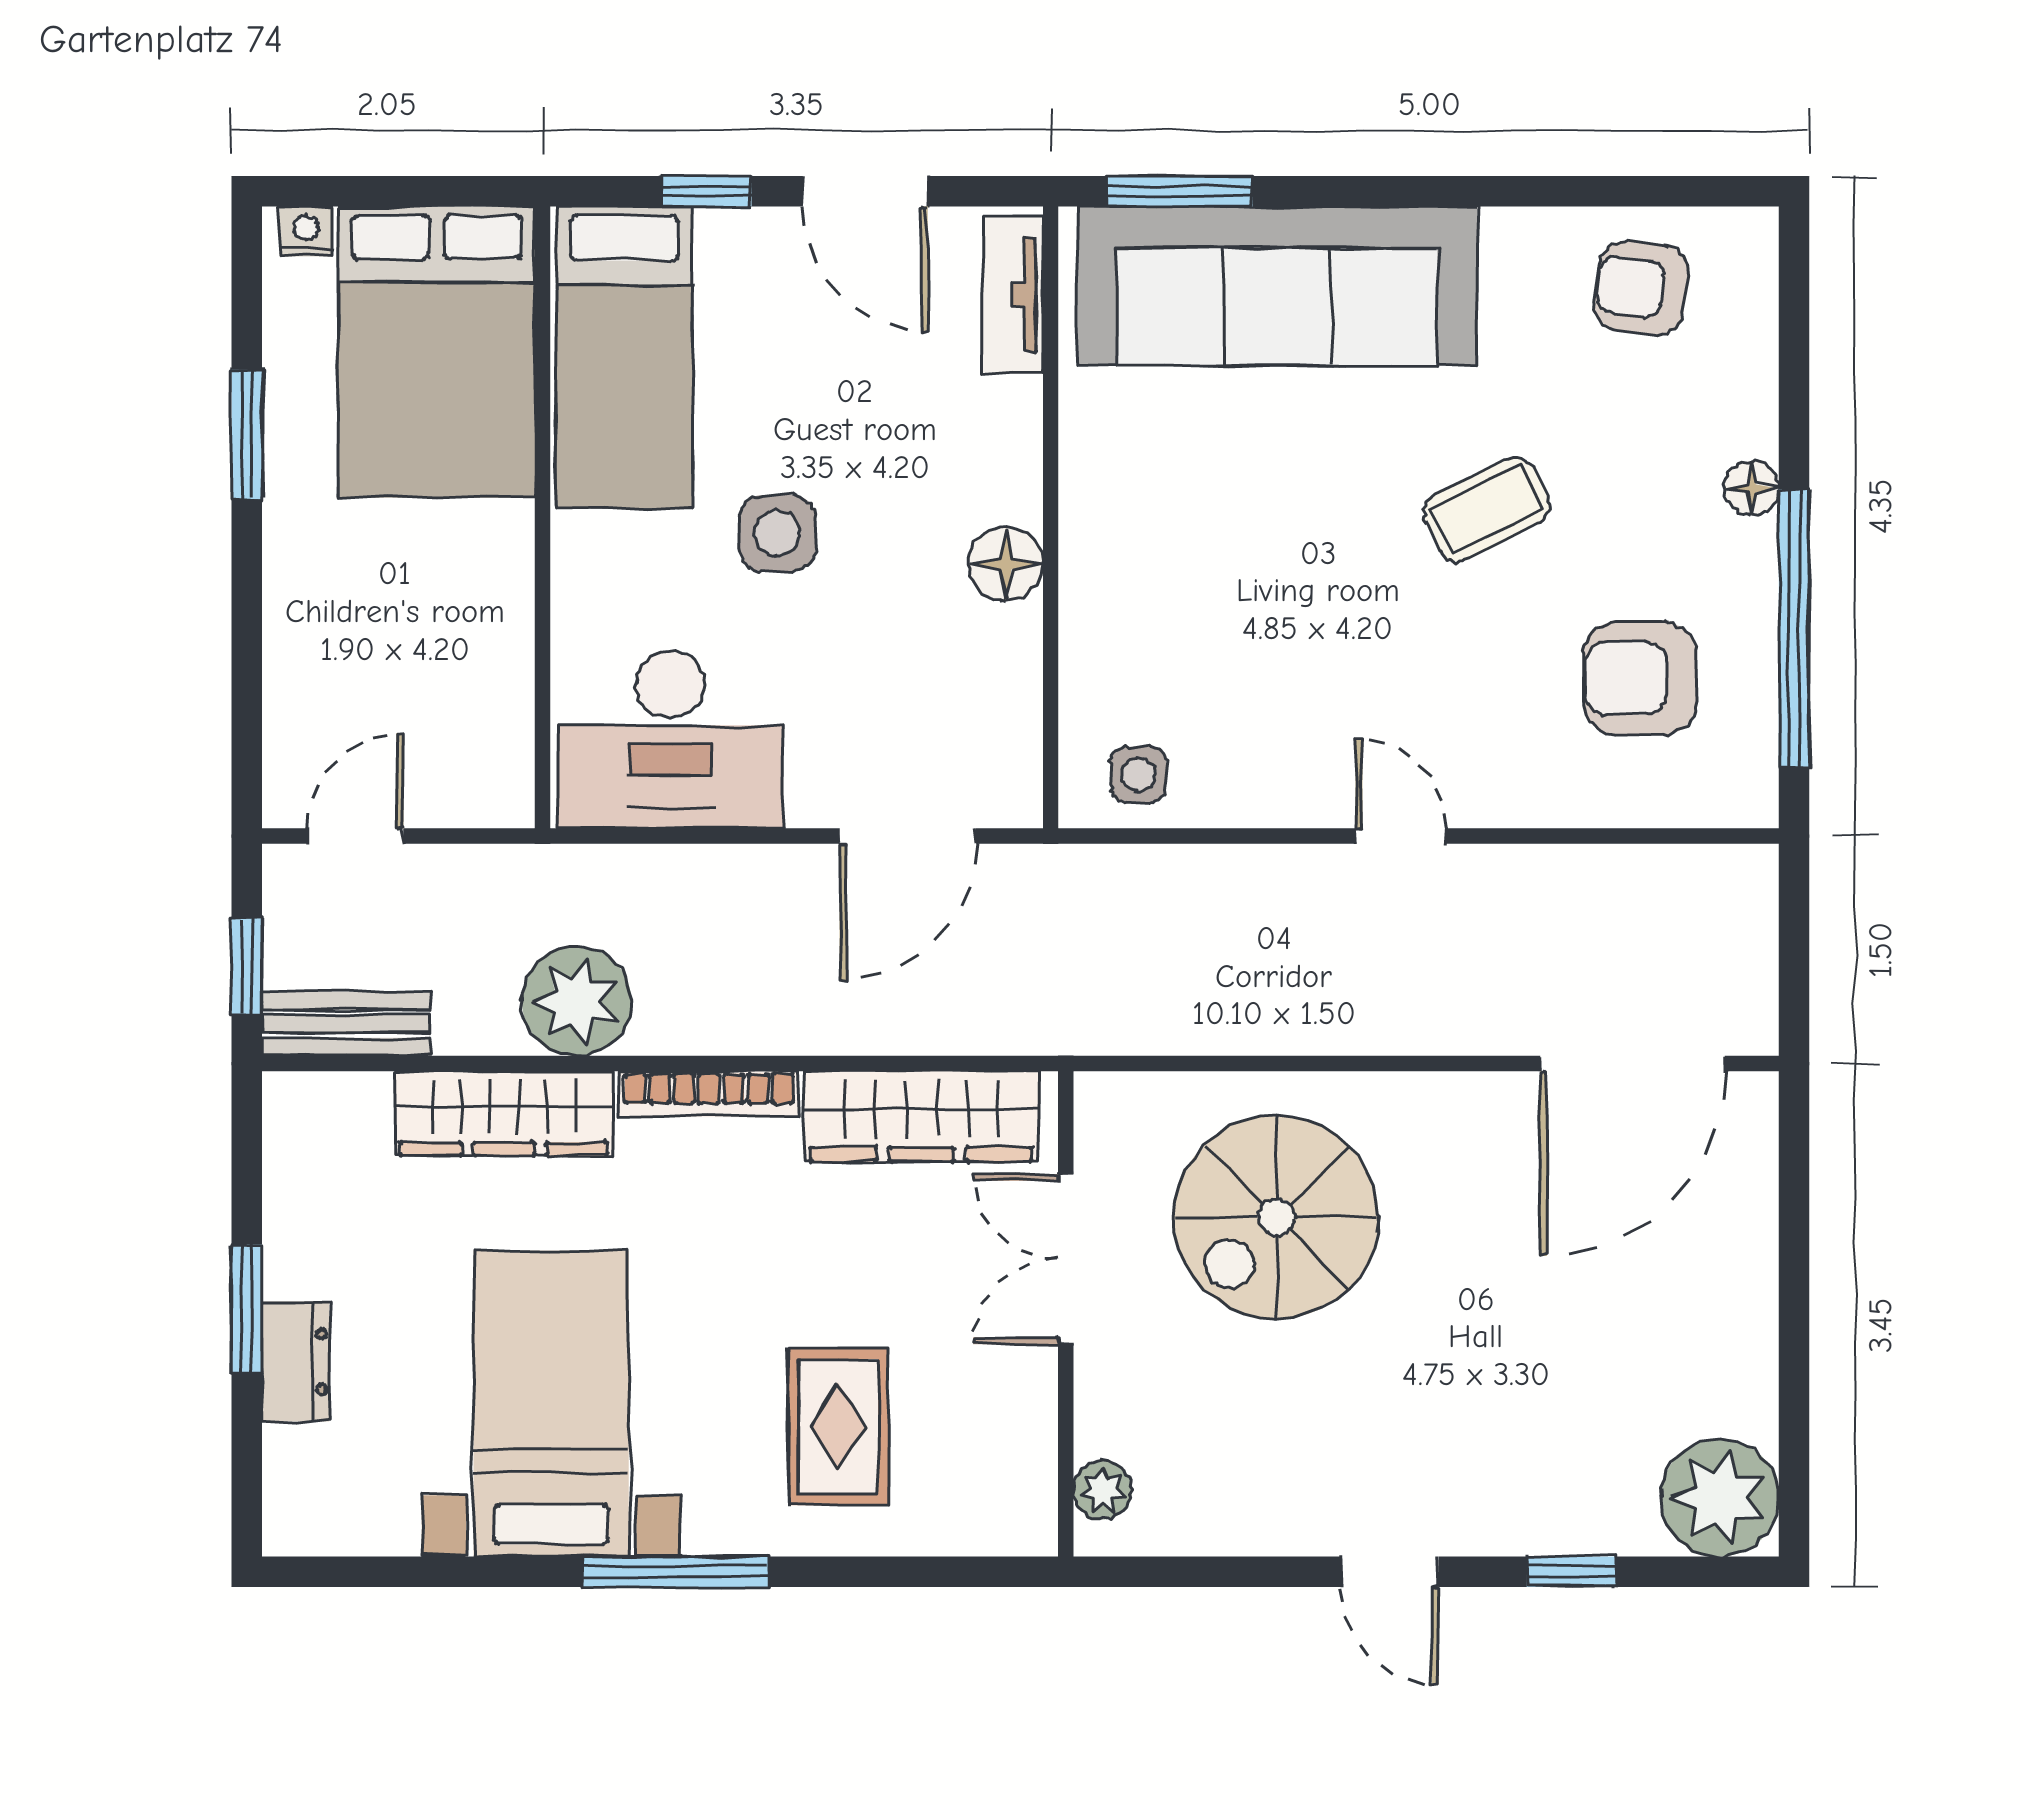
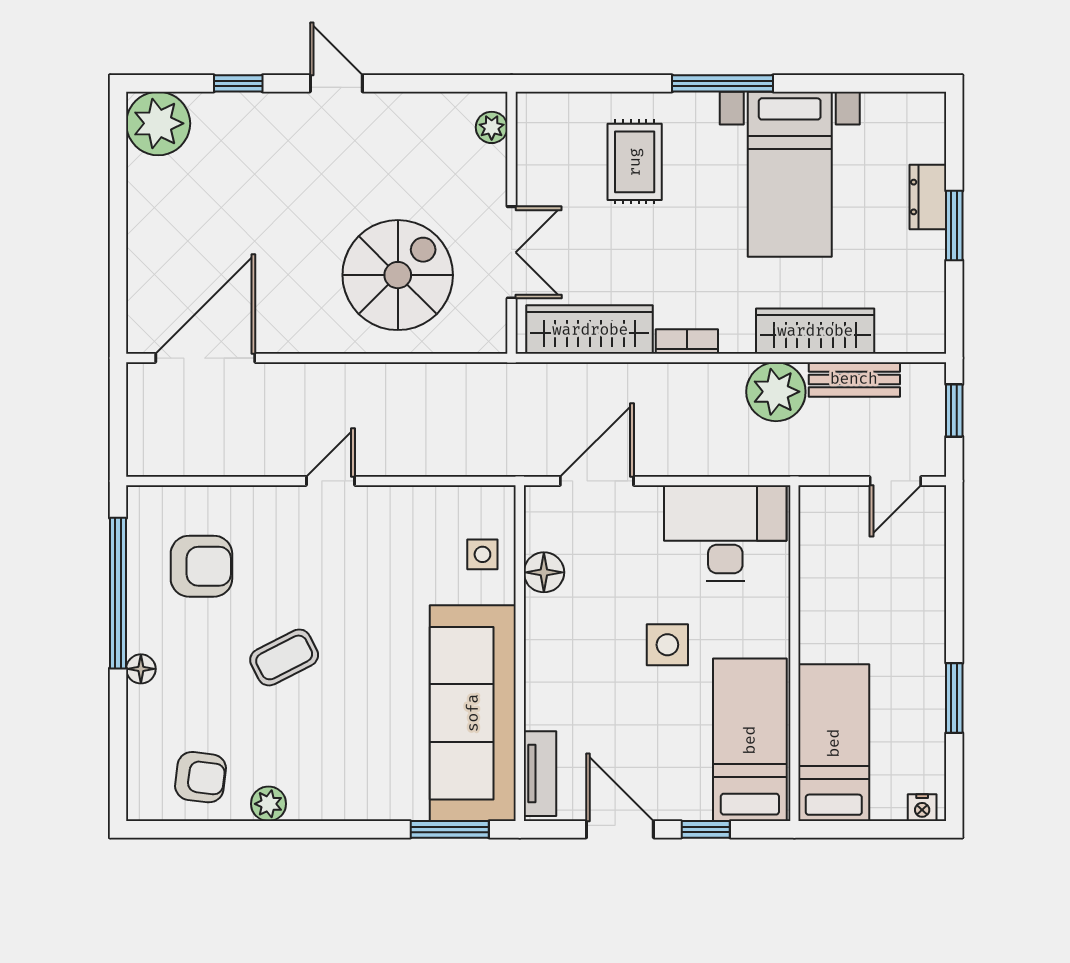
plant: (1515, 239) -> (269, 804), added
sofa: (1277, 286) -> (473, 713), moved, turned -90
bed: (437, 352) -> (834, 743), width x0.67
floor lamp: (1006, 564) -> (544, 572), moved
side table: (1138, 775) -> (482, 554), moved
door: (1401, 836) -> (330, 481), swing flipped
bench: (346, 1024) -> (854, 379), moved
bookcase: (709, 1094) -> (687, 342), width x0.64

